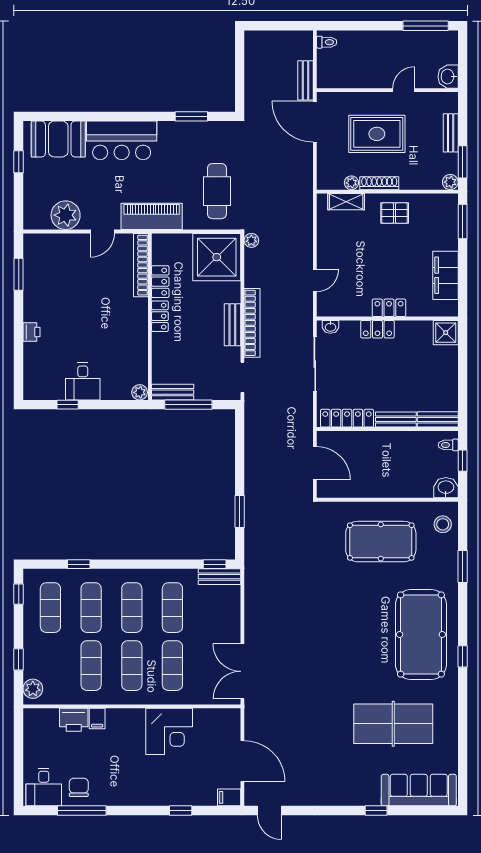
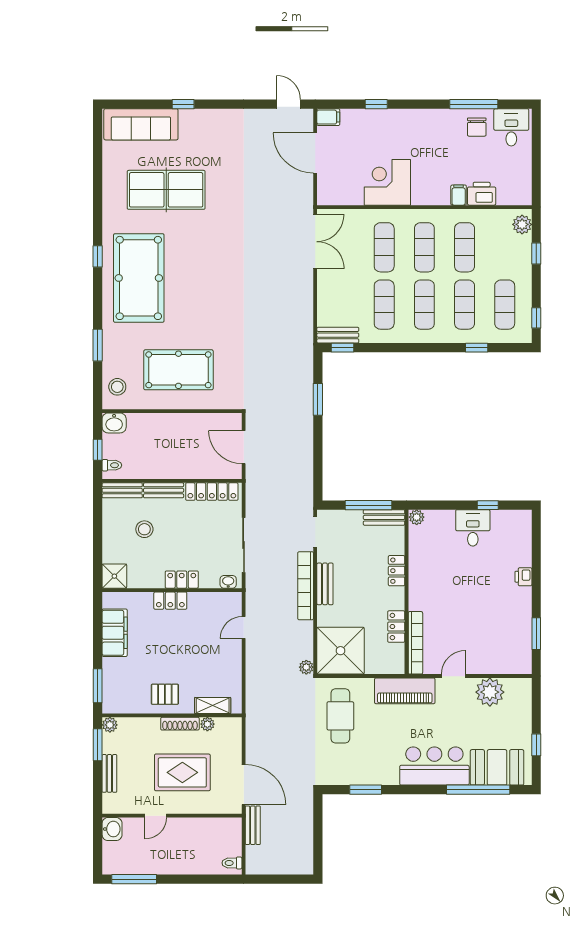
window: (77, 116) -> (478, 790), added
locker: (160, 316) -> (397, 571), moved
stool: (415, 380) -> (144, 529), added

